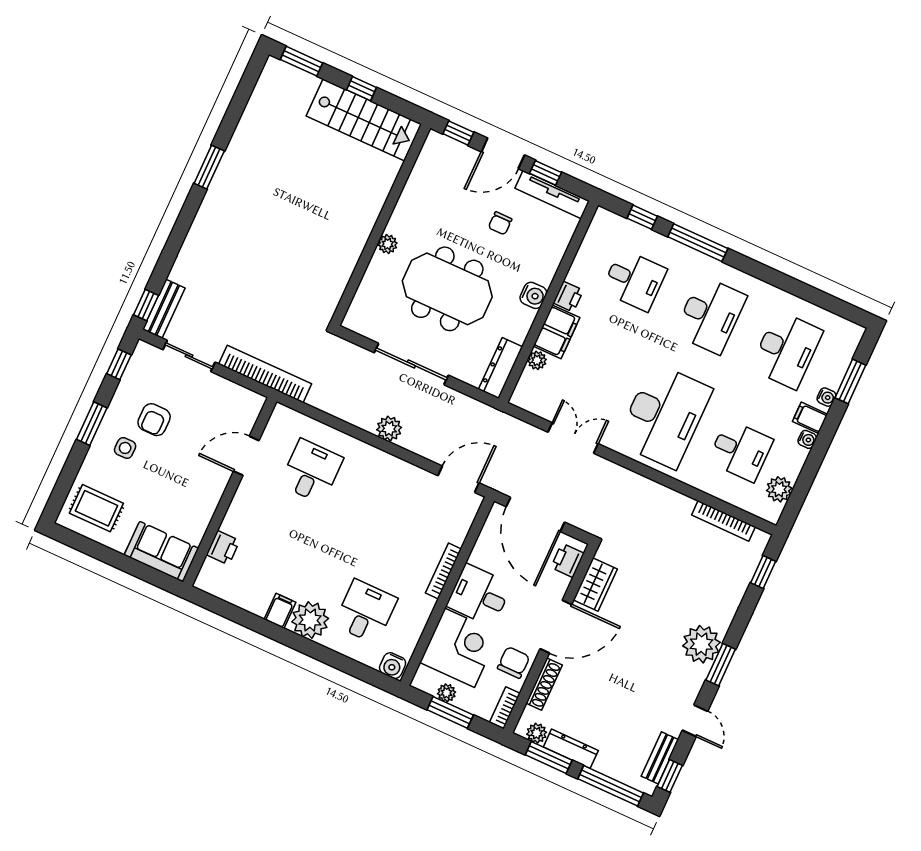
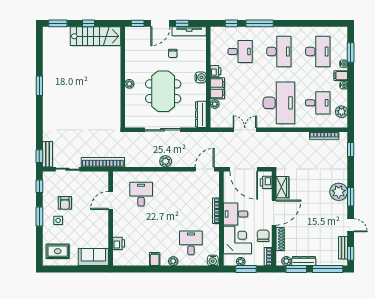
meeting table: (447, 289) -> (163, 91), turned 90
plant: (310, 620) -> (173, 261), width x0.53, depth x0.53

